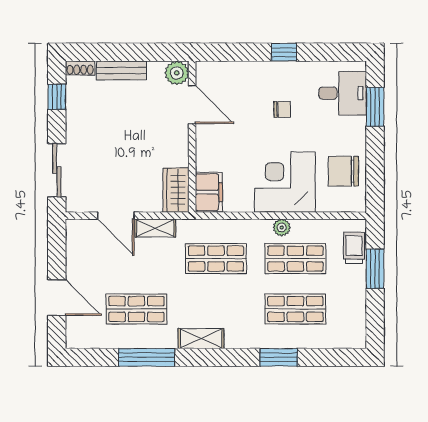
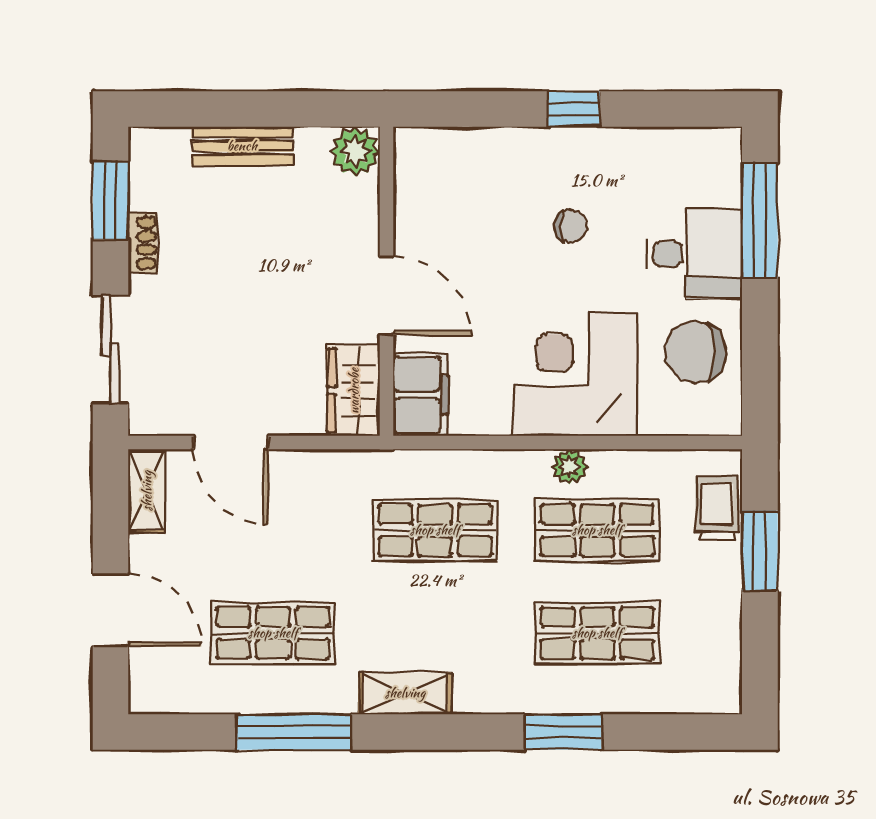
shoe rack: (80, 68) -> (143, 243), moved, turned -90
desk: (343, 93) -> (694, 254), moved
window: (57, 97) -> (110, 200), width x1.50
door: (192, 105) -> (387, 296), moved
window: (375, 107) -> (760, 220), width x1.44
shelving: (155, 228) -> (147, 491), moved, turned 90

